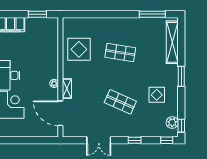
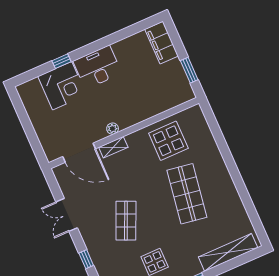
window: (152, 14) -> (252, 212), removed
shop shelf: (120, 53) -> (187, 194), width x1.43, depth x1.36
door: (60, 113) -> (79, 153), swing flipped

